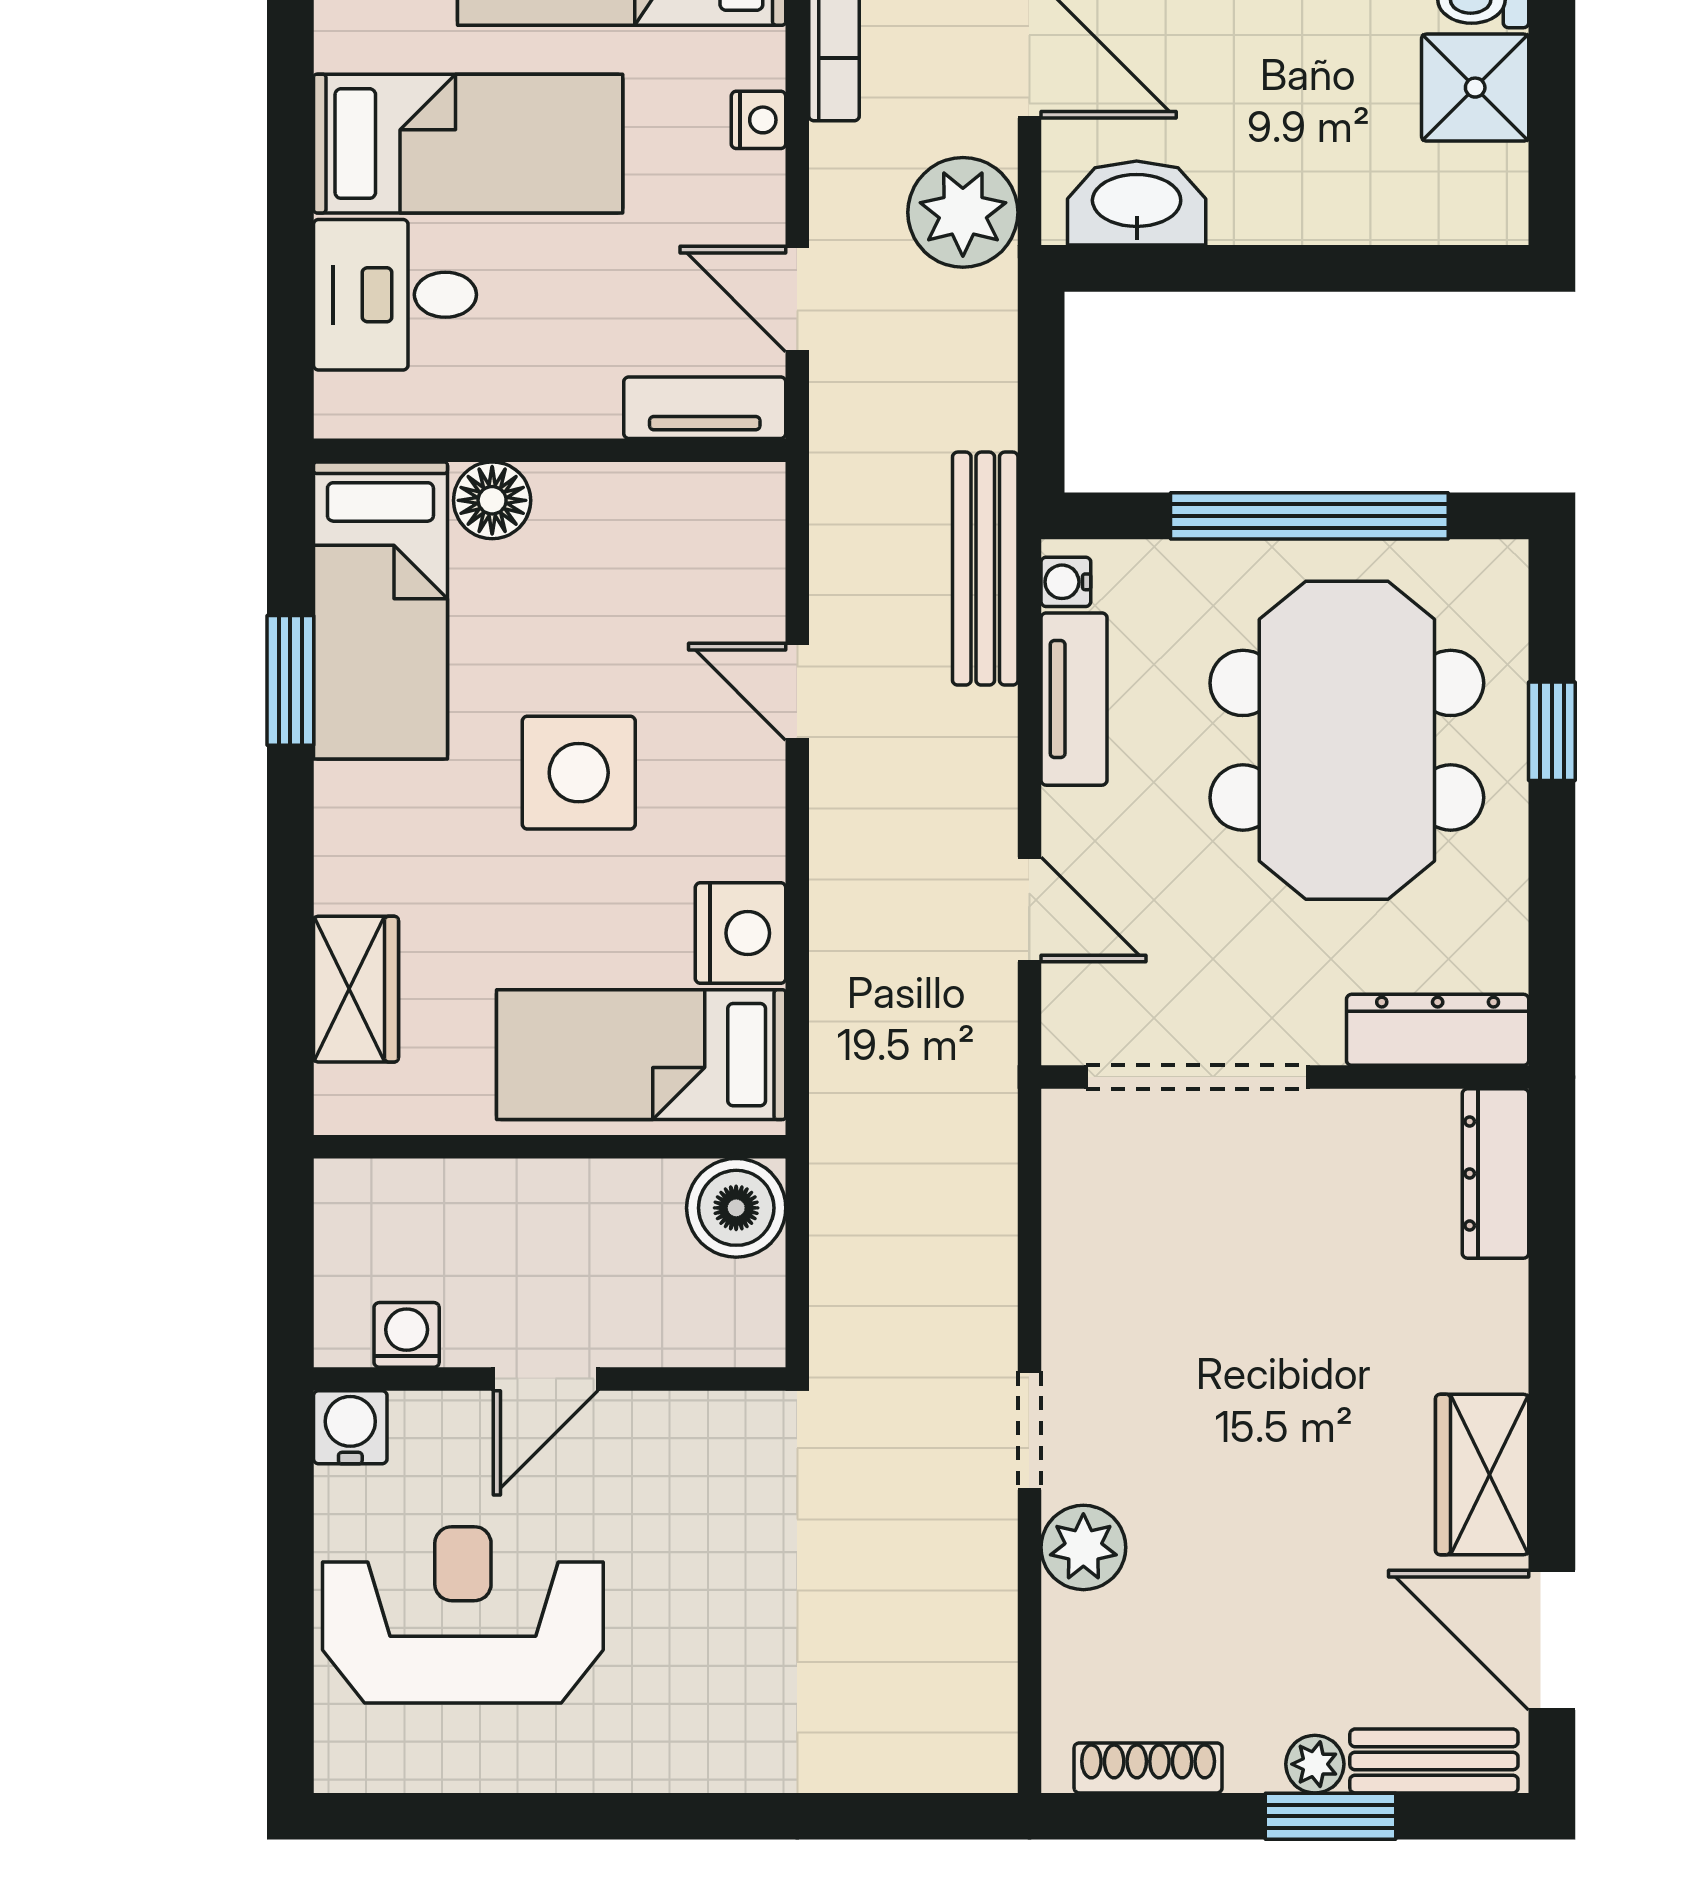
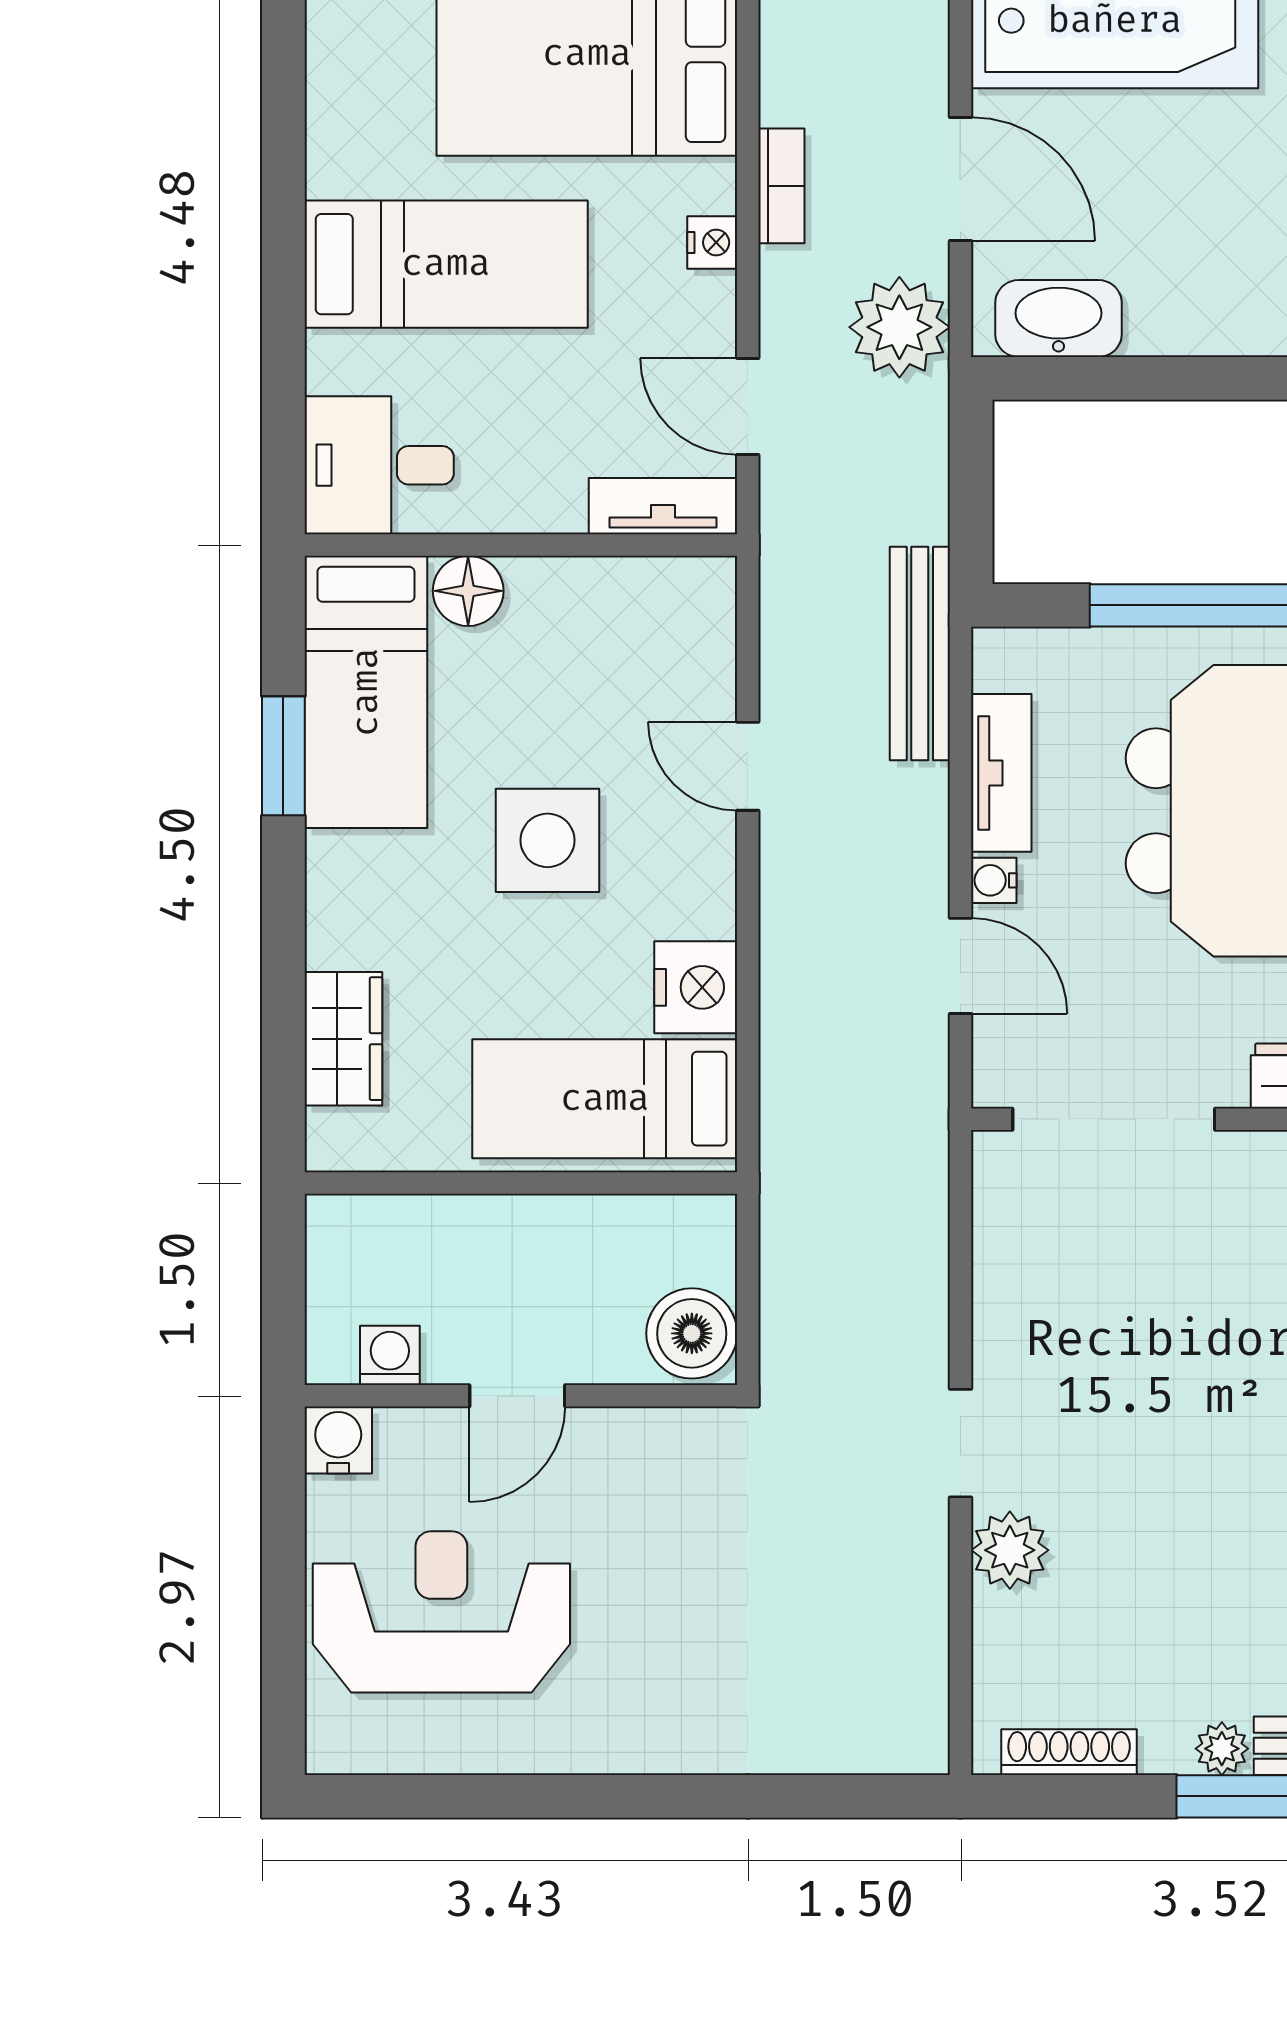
desk: (395, 295) -> (379, 465), moved
water cooler: (1066, 582) -> (994, 880), moved
boiler: (736, 1208) -> (692, 1333), moved

